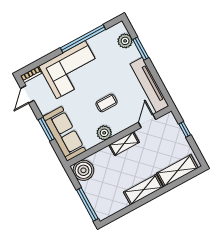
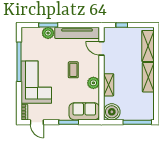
plant: (125, 41) -> (48, 33), moved
sofa: (64, 134) -> (84, 111), width x0.73
shelving: (124, 144) -> (109, 85), moved

